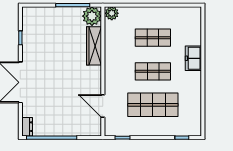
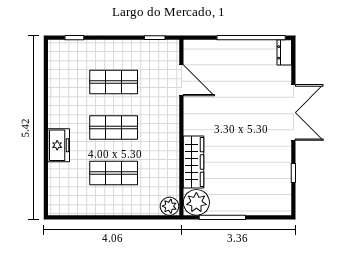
shop shelf: (153, 105) -> (114, 82), width x0.70, depth x0.74

